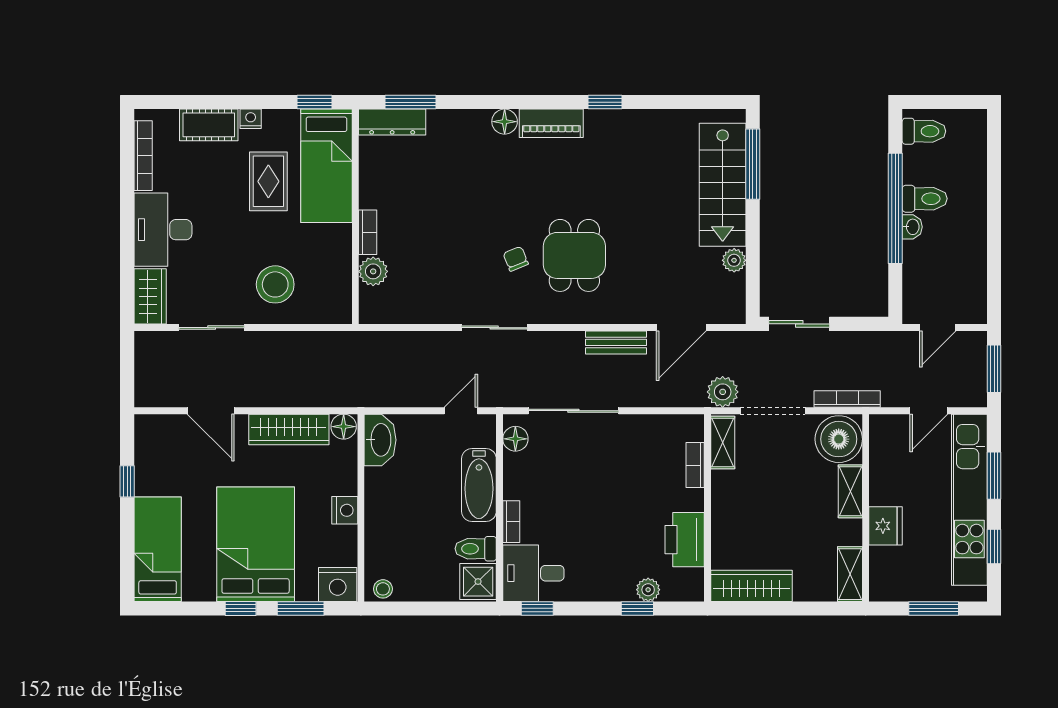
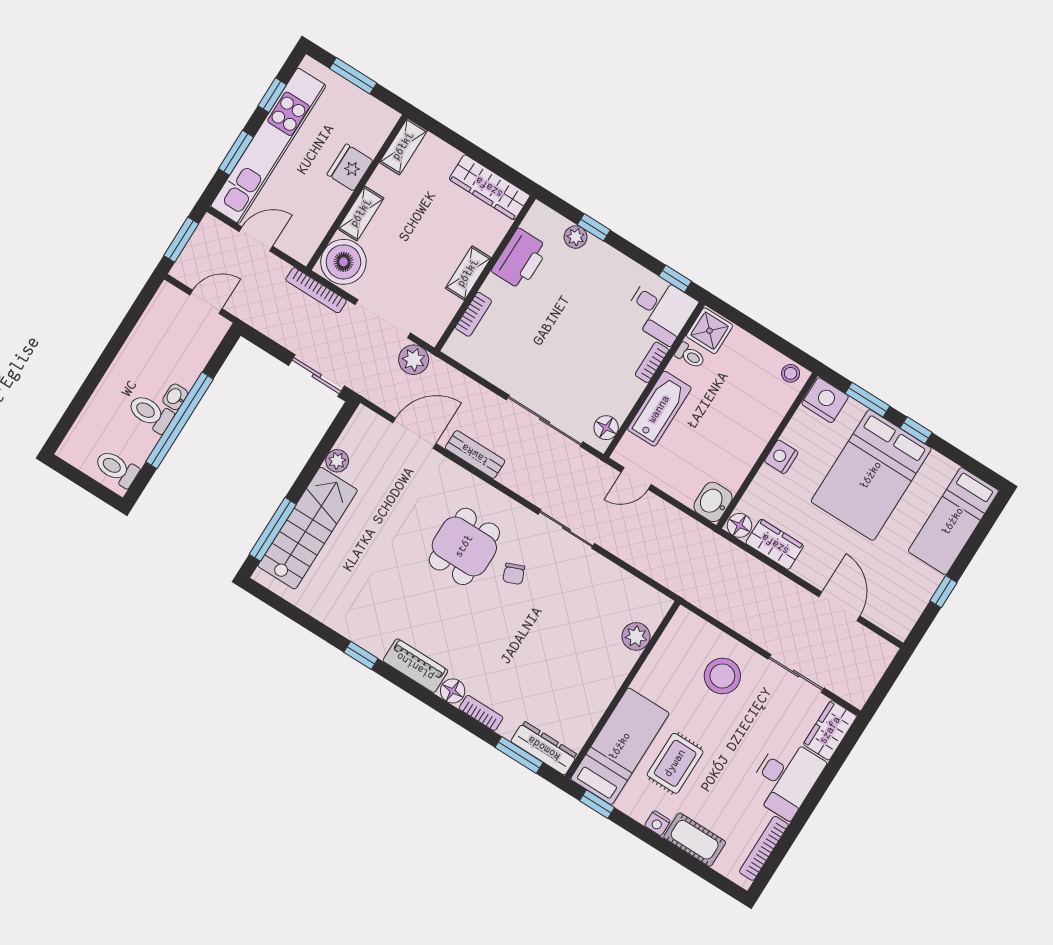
bookcase: (368, 232) -> (481, 713), moved, turned 90
wardrobe: (289, 429) -> (775, 544), width x0.67
washbasin: (380, 440) -> (713, 502), width x0.72
shelving: (723, 442) -> (468, 273), moved
toilet: (476, 549) -> (690, 356), width x0.73, depth x0.72

